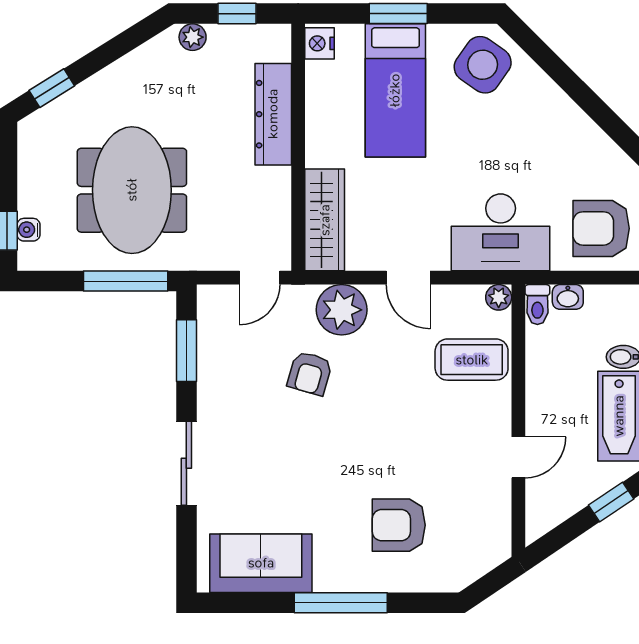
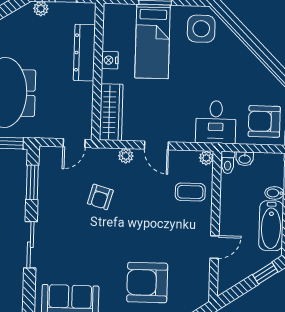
nightstand: (320, 43) -> (110, 60), moved
side table: (483, 65) -> (201, 29), turned -35
desk: (501, 232) -> (216, 122), width x0.73
plant: (342, 310) -> (126, 156), width x0.53, depth x0.53
coffee table: (472, 360) -> (190, 192), width x0.73, depth x0.77
armchair: (399, 525) -> (147, 283), width x1.36, depth x1.36

